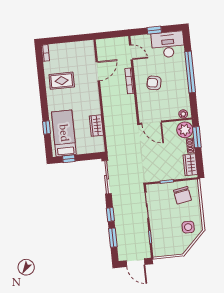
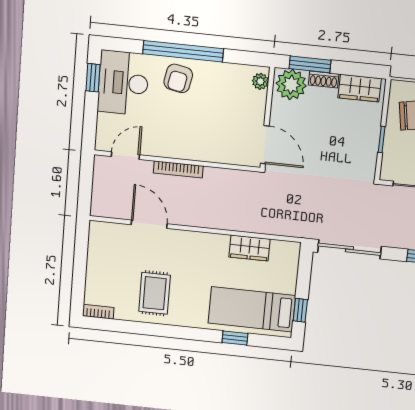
window: (154, 30) -> (93, 78), moved
armchair: (154, 83) -> (178, 78), moved
door: (152, 123) -> (265, 145), hinge flipped

